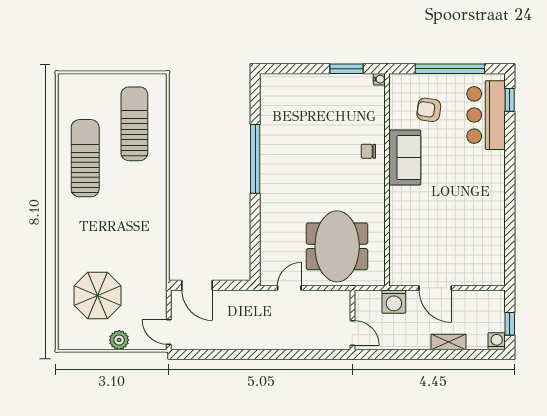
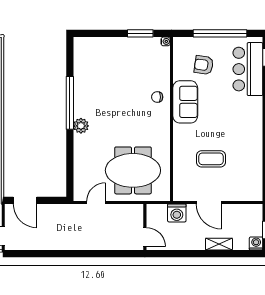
plant: (270, 188) -> (81, 126), added
coffee table: (438, 231) -> (211, 159), added
meeting table: (337, 246) -> (133, 170), turned 90

